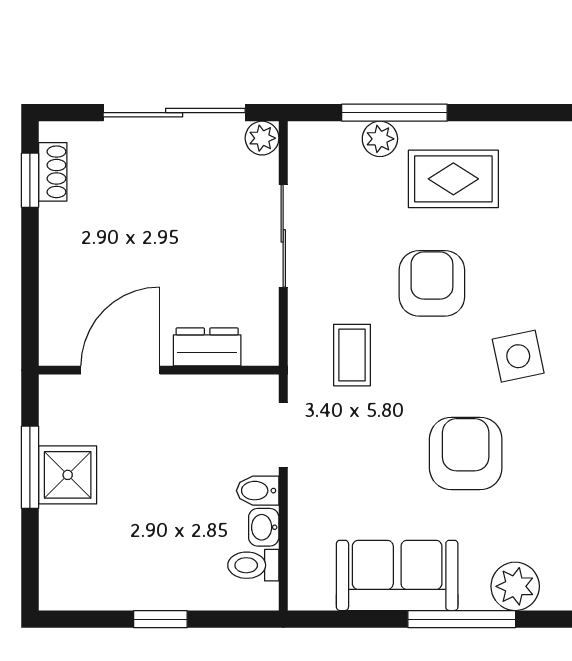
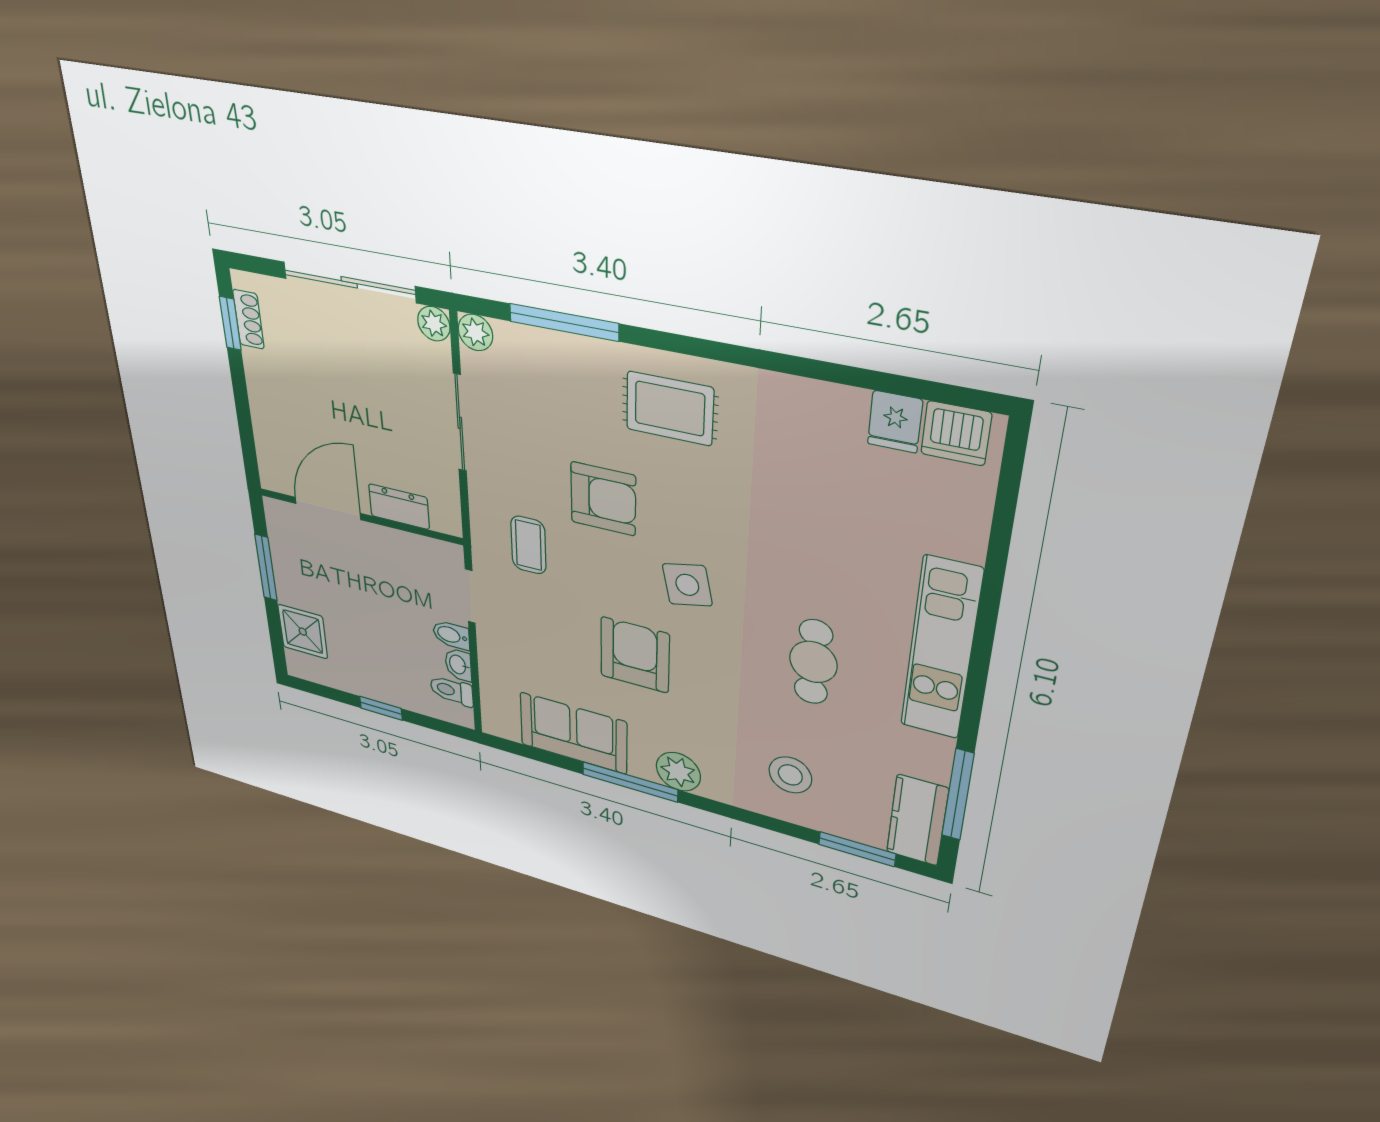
plant: (380, 139) -> (475, 332), moved
rug: (453, 179) -> (670, 409), moved
armchair: (432, 283) -> (603, 499), turned 90
shower: (68, 475) -> (303, 632), moved

